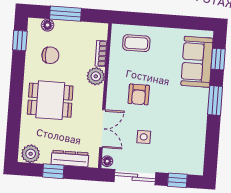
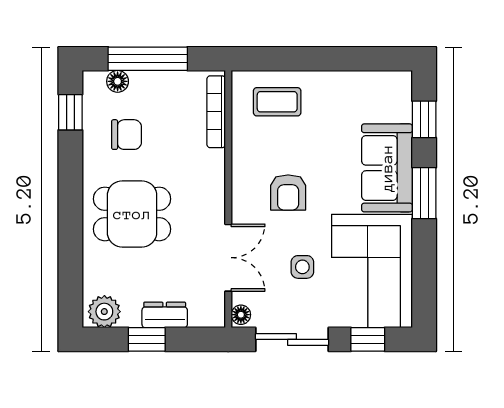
window: (65, 14) -> (148, 59), width x1.44
bookcase: (101, 53) -> (216, 112), width x1.56
sofa: (197, 62) -> (387, 168), moved
plant: (96, 76) -> (210, 166), removed
corner sofa: (183, 142) -> (372, 271), added
dresser: (70, 159) -> (165, 315), width x0.70

